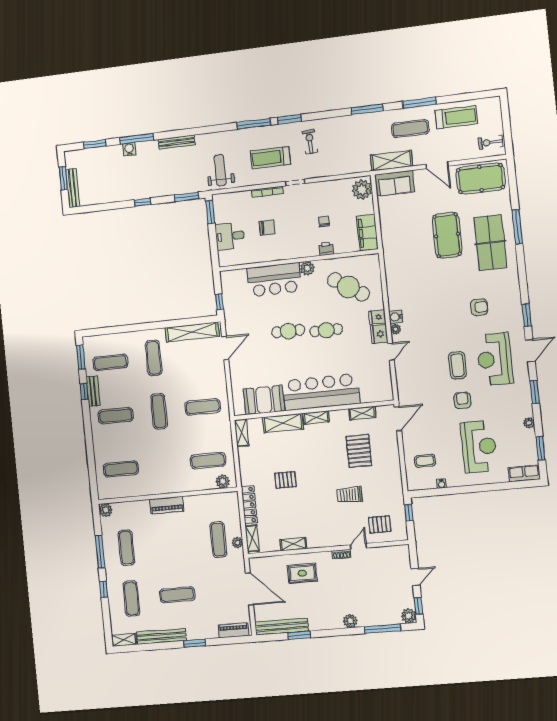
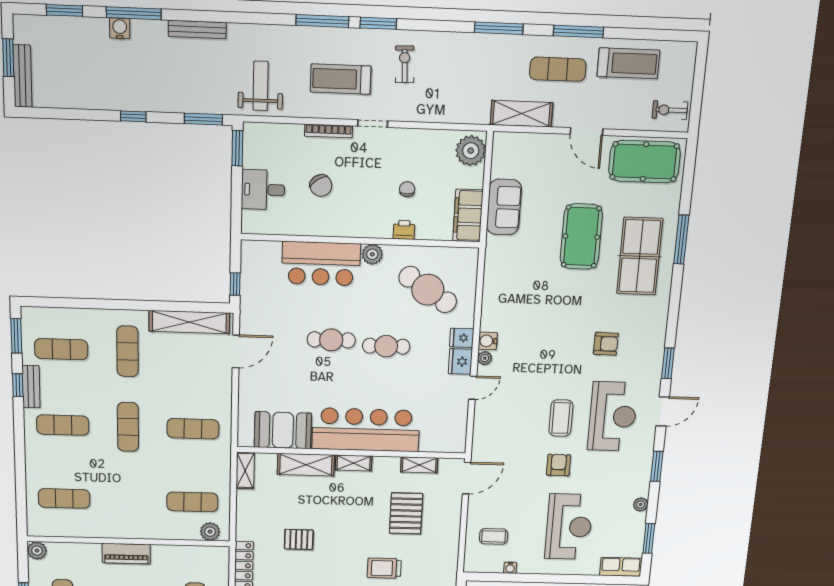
sofa: (395, 183) -> (504, 207), moved, turned -90
chair: (267, 228) -> (321, 186), turned 57
reception desk: (495, 359) -> (613, 416), turned 180

